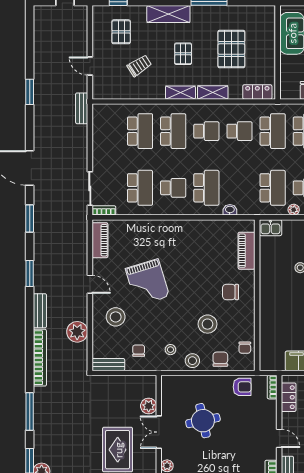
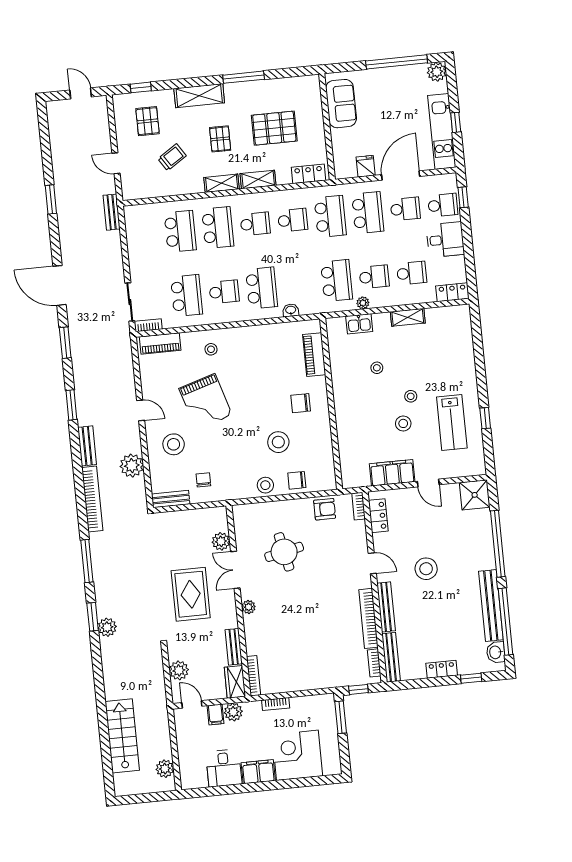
pallet: (231, 49) -> (274, 128), turned 90
kitchen sink: (270, 228) -> (359, 324), moved
piano: (100, 240) -> (160, 343), moved, turned 90
chair: (245, 348) -> (323, 464), removed
stool: (170, 350) -> (211, 349), moved
chair: (220, 359) -> (297, 480), turned -90

